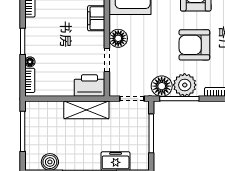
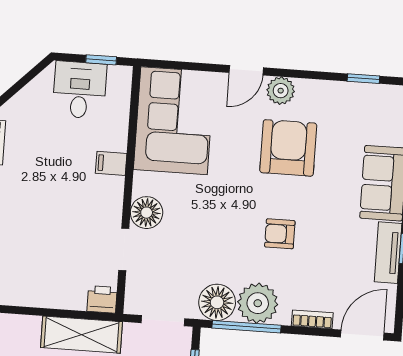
filing cabinet: (96, 18) -> (111, 163), width x0.50
armchair: (194, 45) -> (280, 234), width x0.53, depth x0.53
printer: (89, 86) -> (102, 299), width x0.53, depth x0.68

